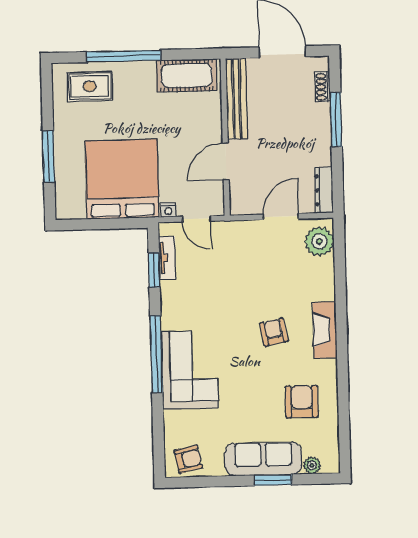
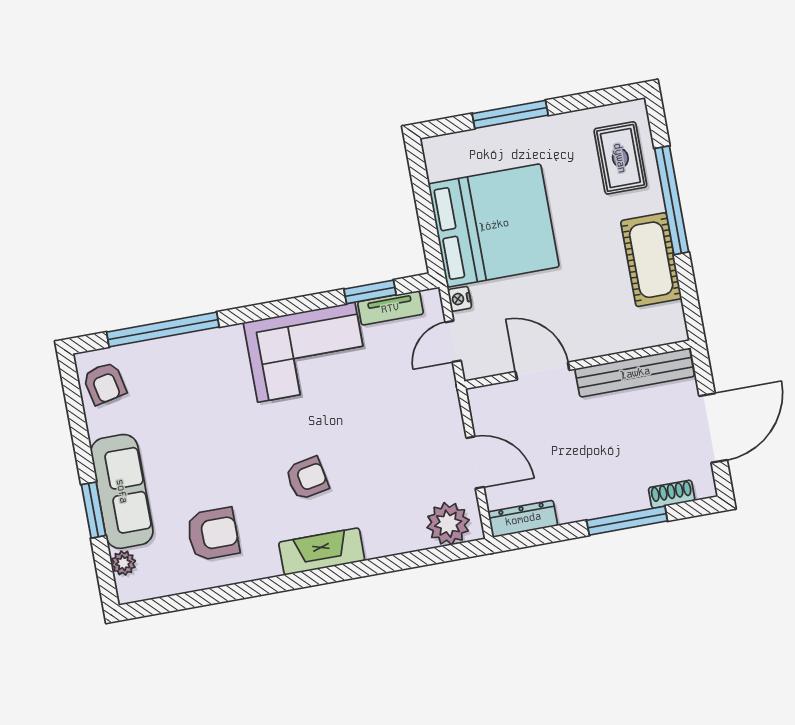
cot: (187, 75) -> (651, 260), moved
window: (156, 354) -> (163, 330), moved
corner sofa: (190, 370) -> (306, 352), moved

